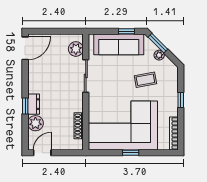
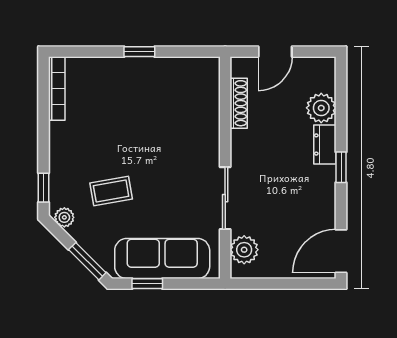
plant: (159, 55) -> (64, 217), moved
window: (181, 100) -> (43, 188), moved
window: (25, 106) -> (341, 167), moved
corner sofa: (123, 125) -> (154, 104), removed
door: (42, 153) -> (275, 52), moved

